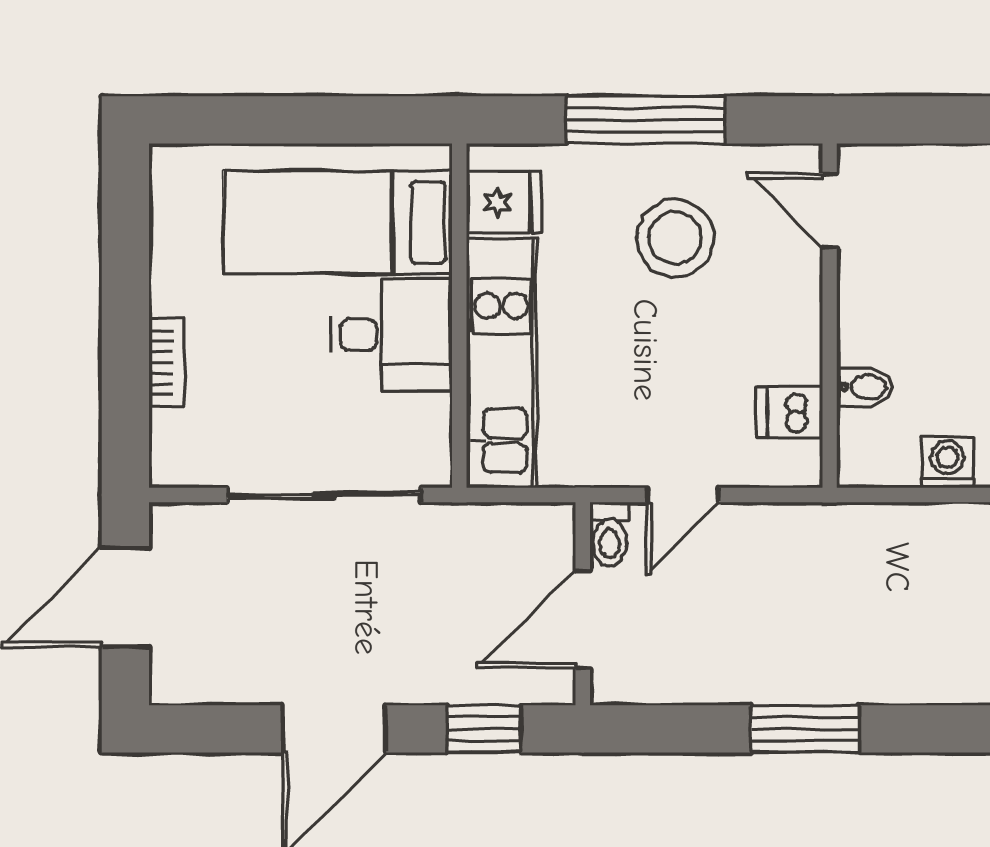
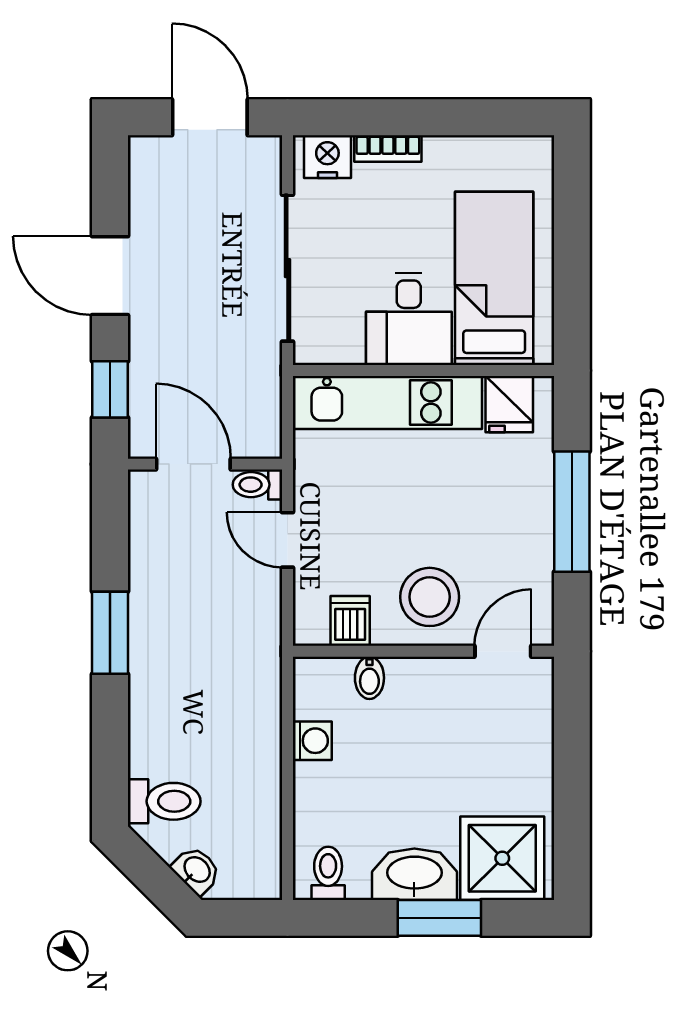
stool: (675, 238) -> (430, 597), moved
nightstand: (177, 442) -> (327, 157), added

